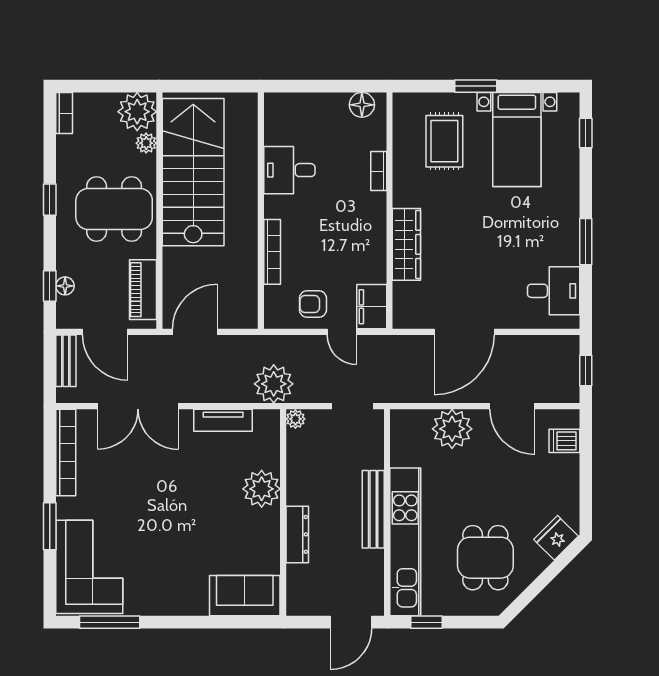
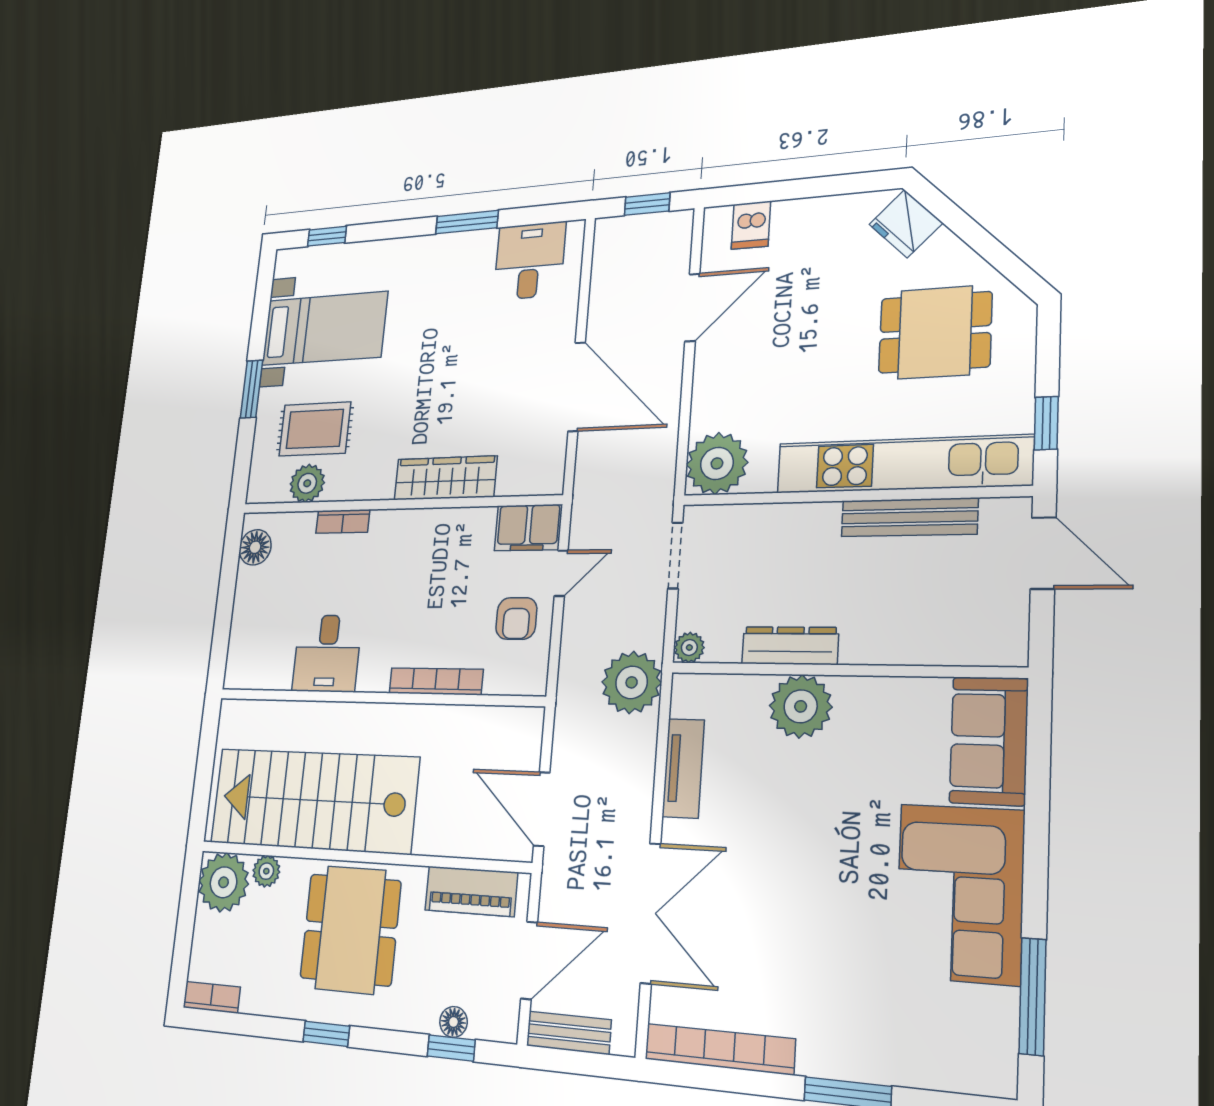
plant: (406, 140) -> (307, 483), added
plant: (452, 429) -> (717, 463), moved
bench: (373, 509) -> (909, 517), moved
dresser: (297, 534) -> (790, 646), moved
corner sofa: (89, 567) -> (960, 893), moved, turned -90

